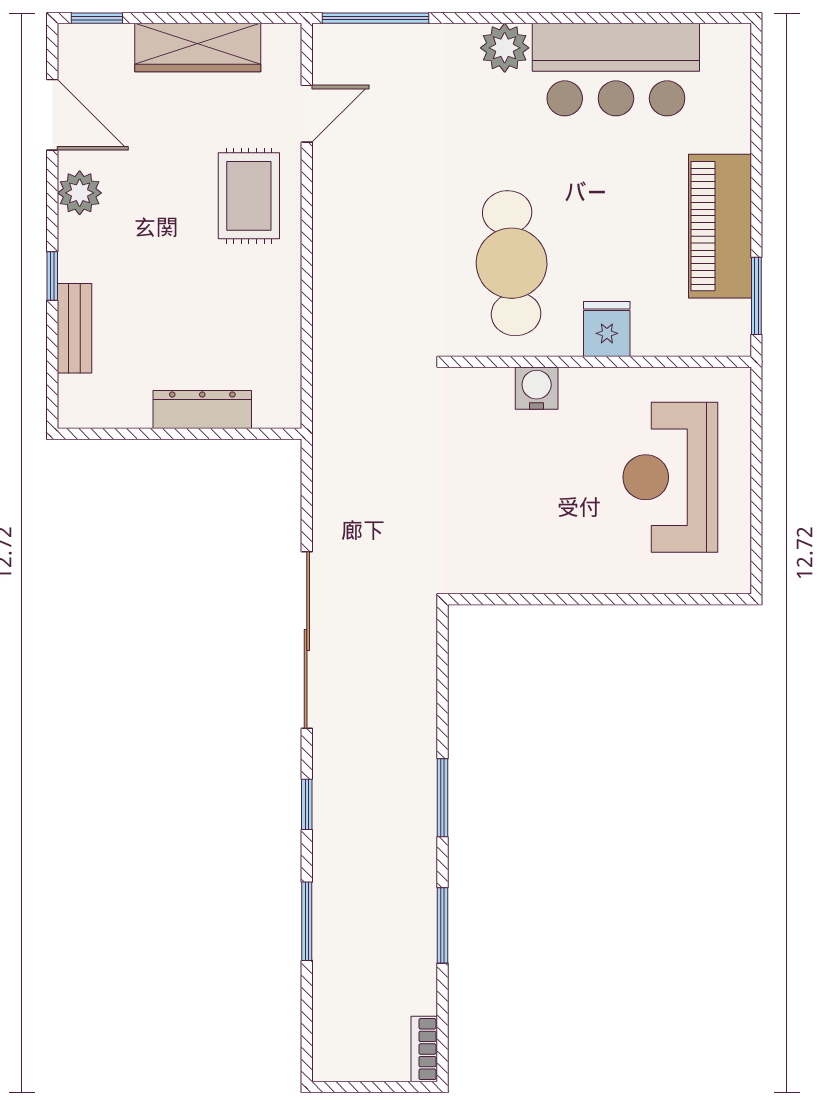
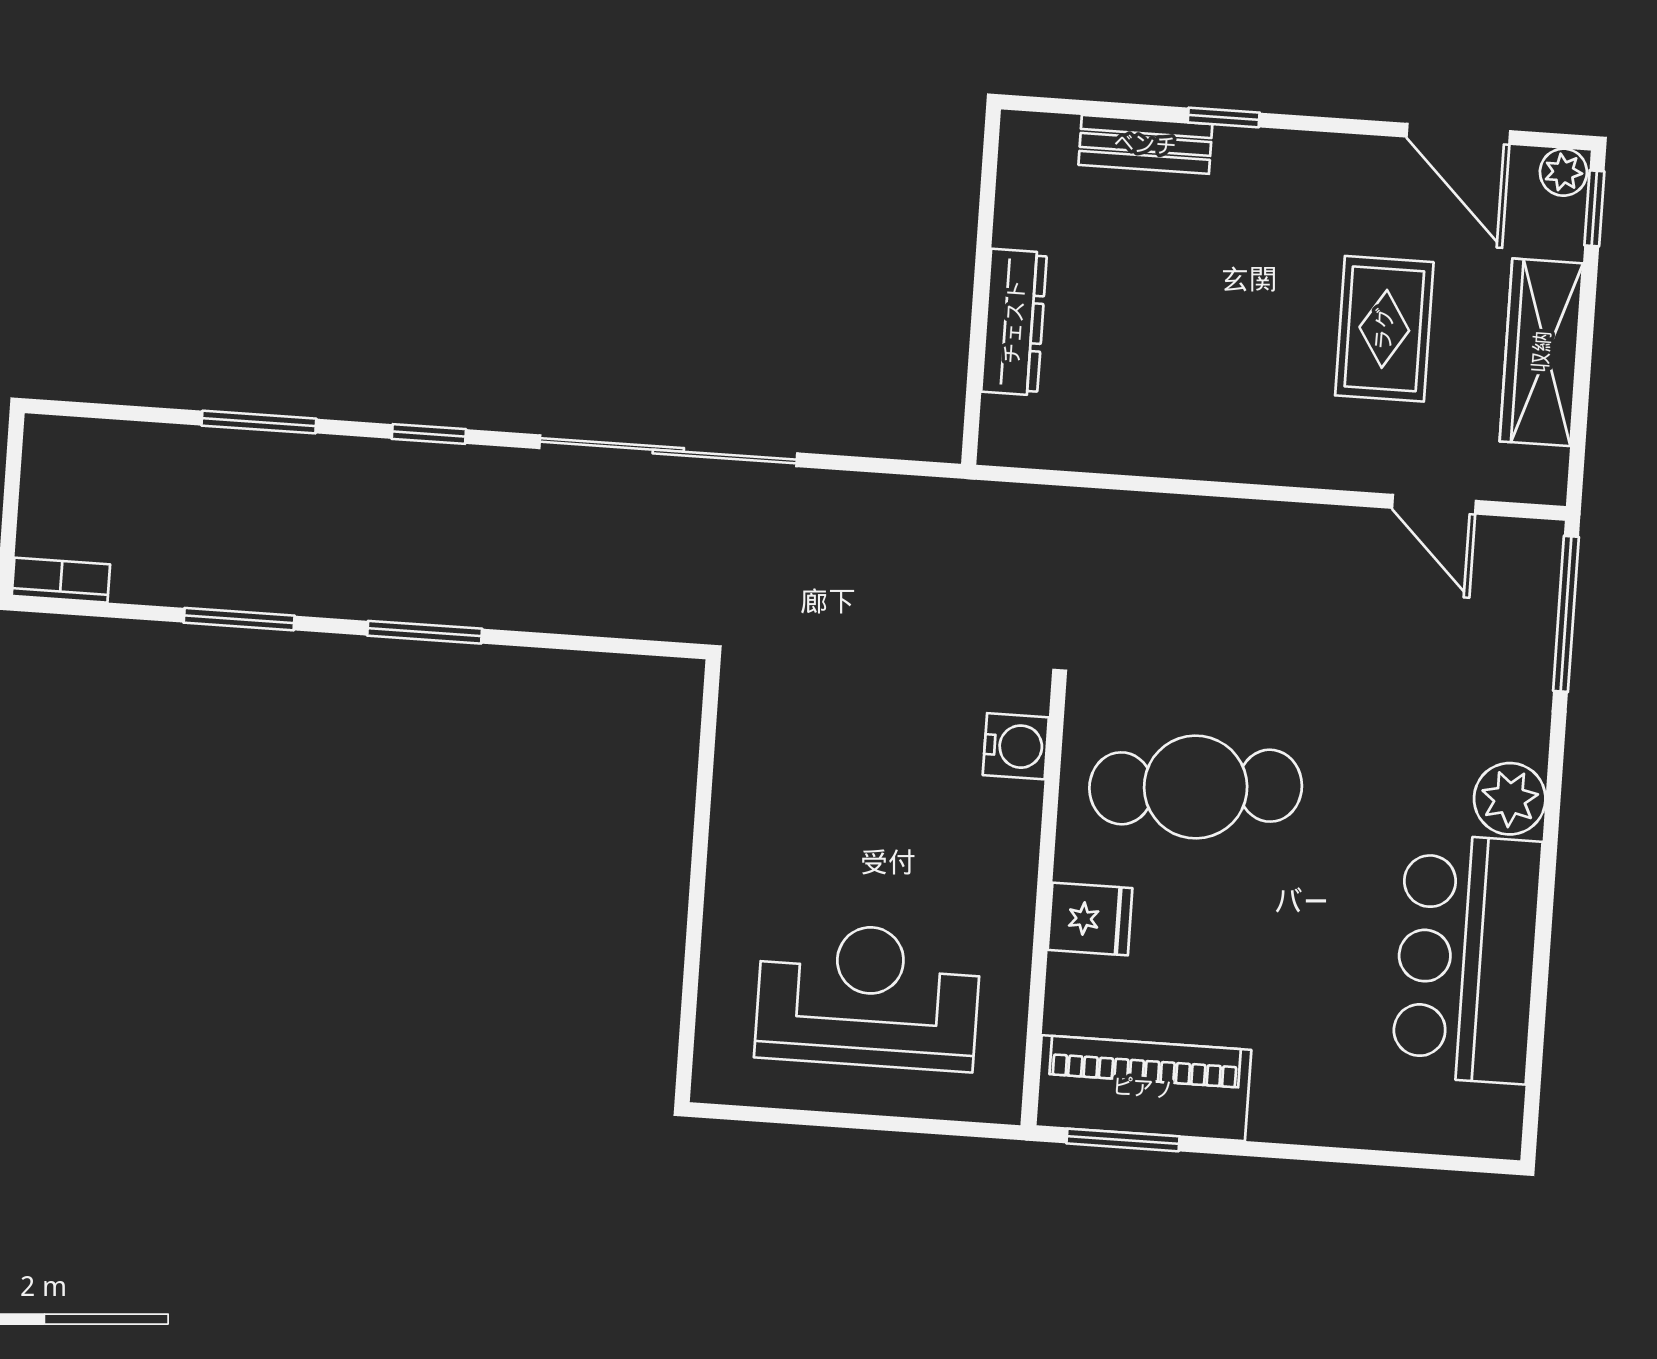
door: (52, 115) -> (1458, 134), hinge flipped
plant: (80, 193) -> (1563, 172), moved, width x0.73, depth x0.73
rug: (249, 196) -> (1384, 329), moved, turned 90
piano: (720, 226) -> (1143, 1088), moved
water cooler: (537, 388) -> (1016, 746), moved

